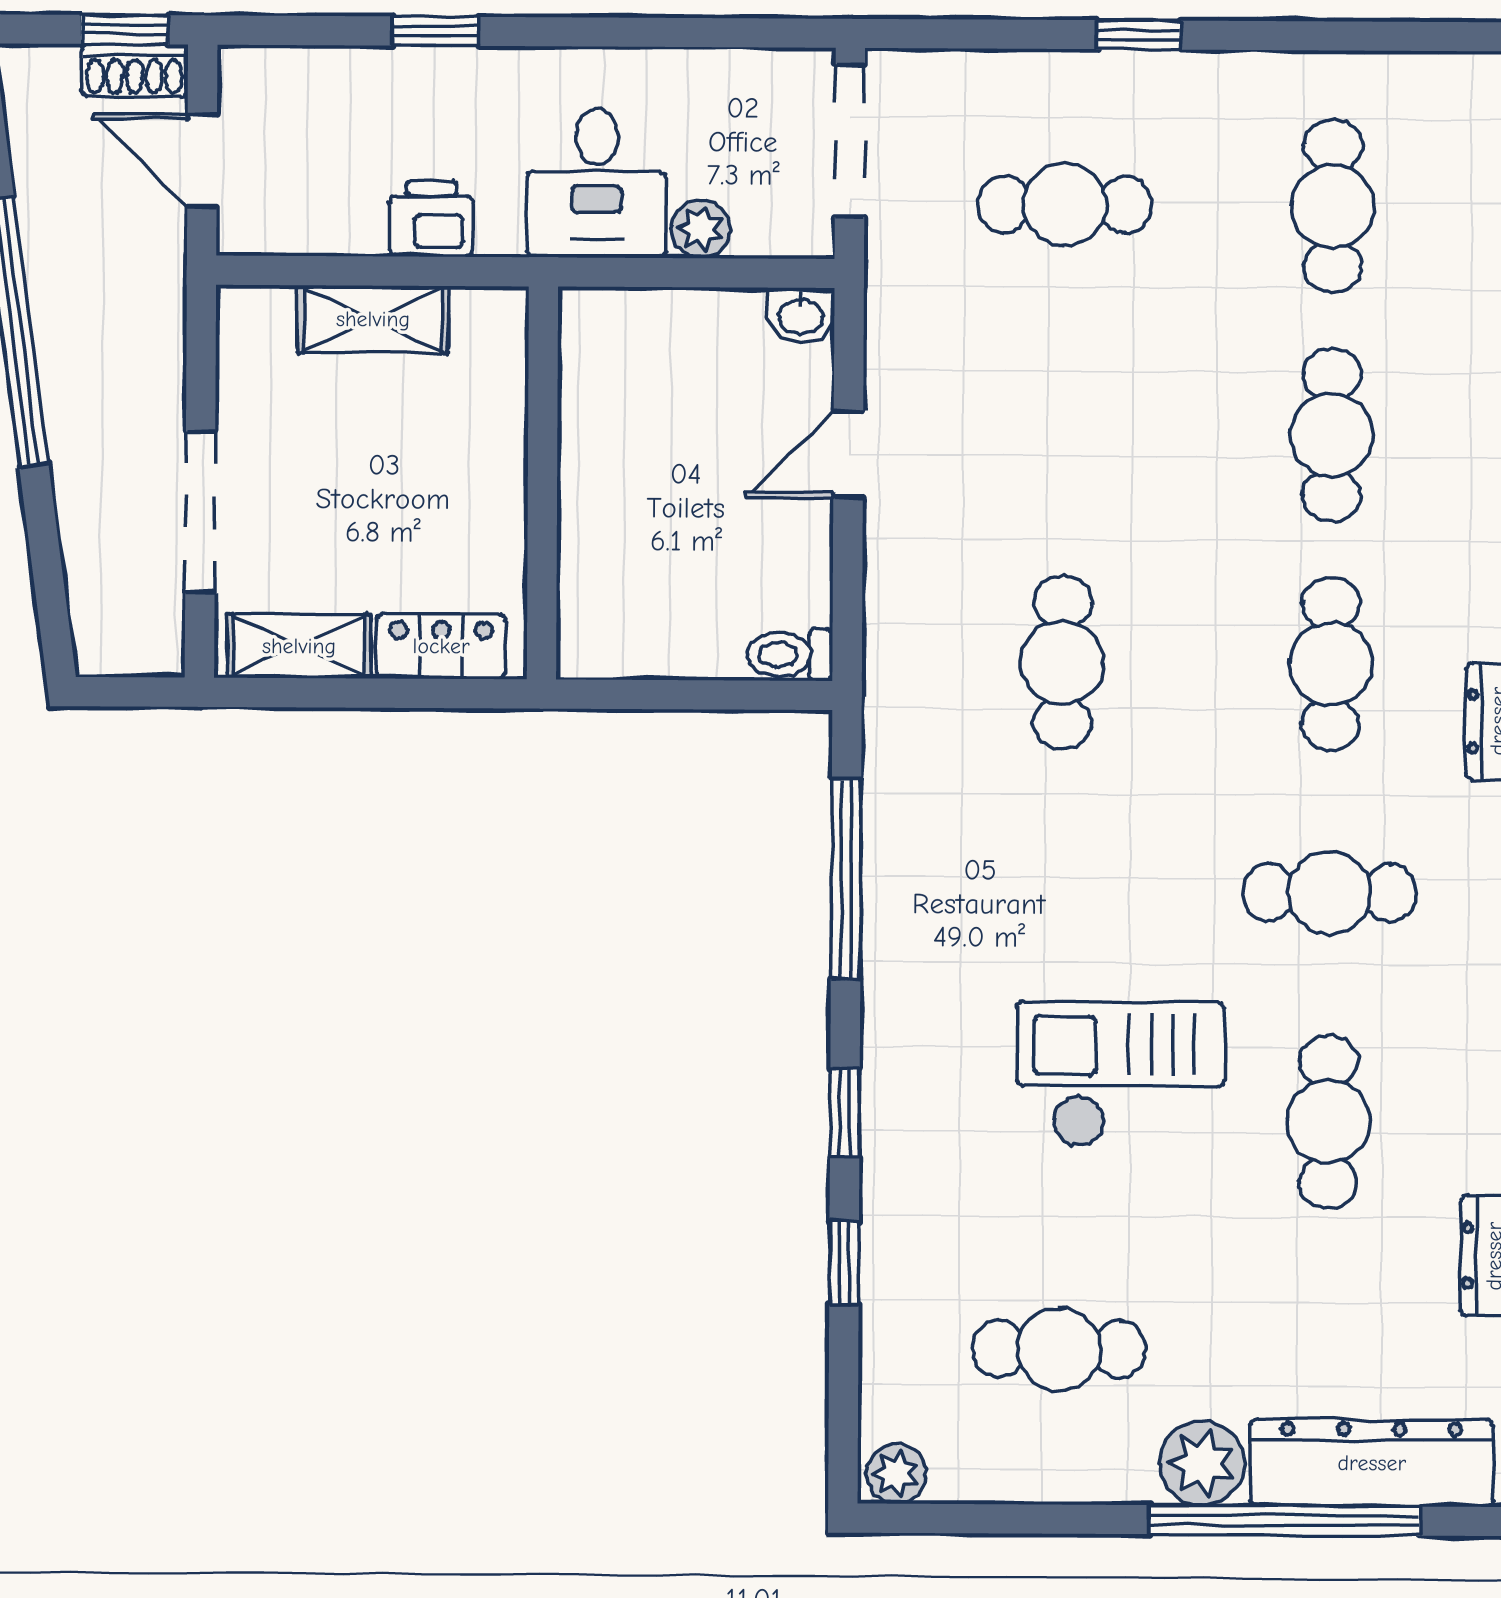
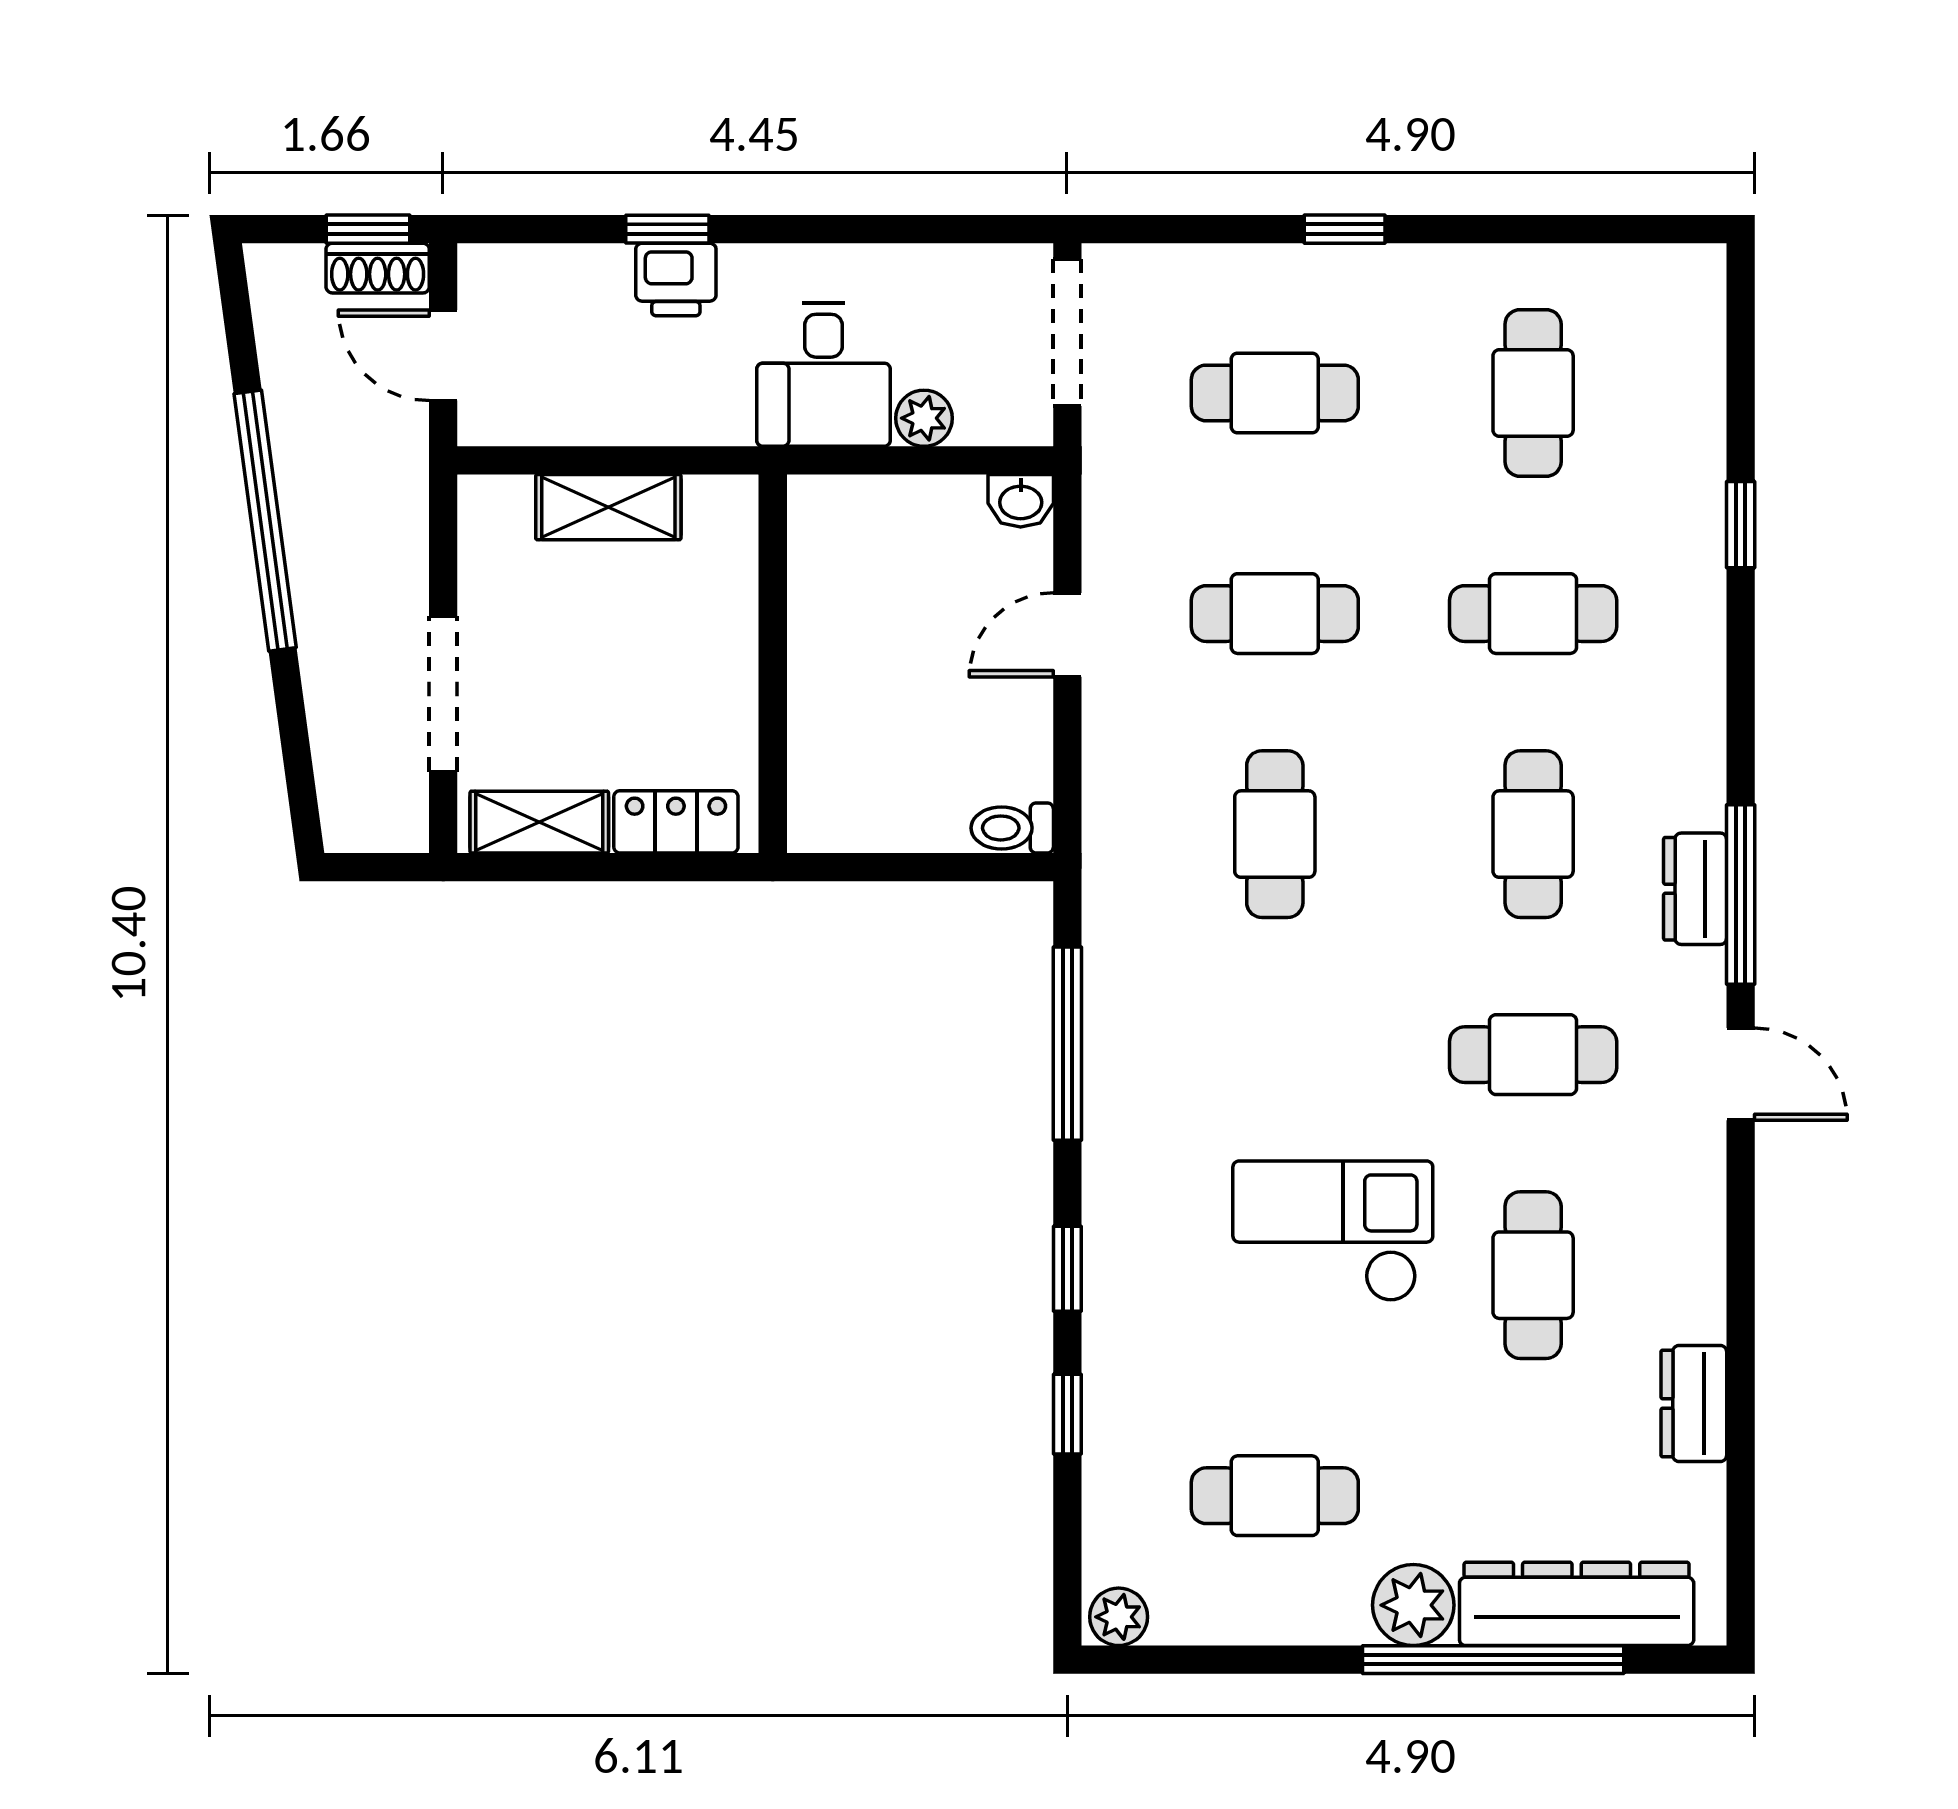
printer: (431, 219) -> (676, 279), moved, turned 180
cafe table: (1064, 434) -> (1275, 614), added
cafe table: (1332, 435) -> (1533, 614), turned 90

